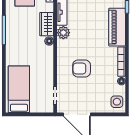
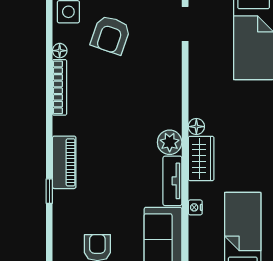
piano: (117, 27) -> (64, 162), width x0.73, depth x0.75
armchair: (82, 68) -> (111, 35), moved, turned 109

